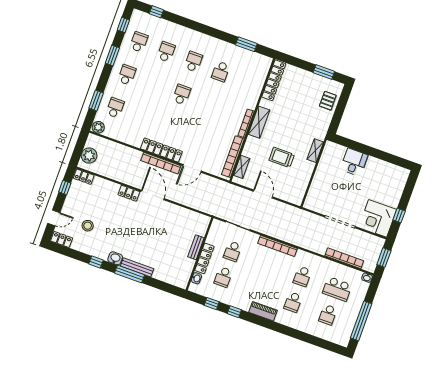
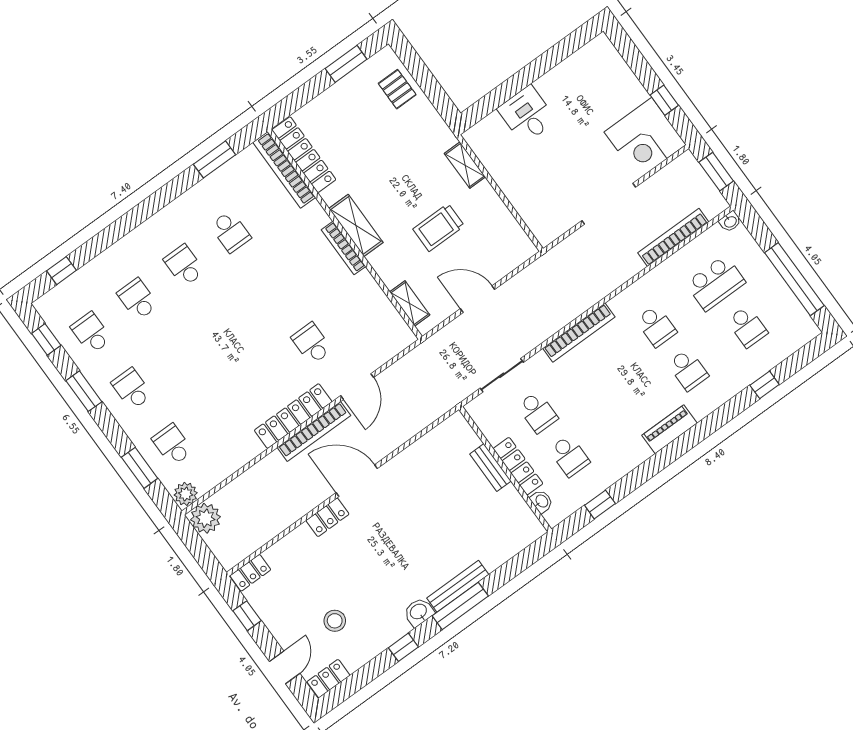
school desk: (182, 94) -> (312, 343), moved
plant: (89, 156) -> (205, 518), moved
bookcase: (233, 157) -> (284, 170), moved
window: (234, 312) -> (765, 385), moved

